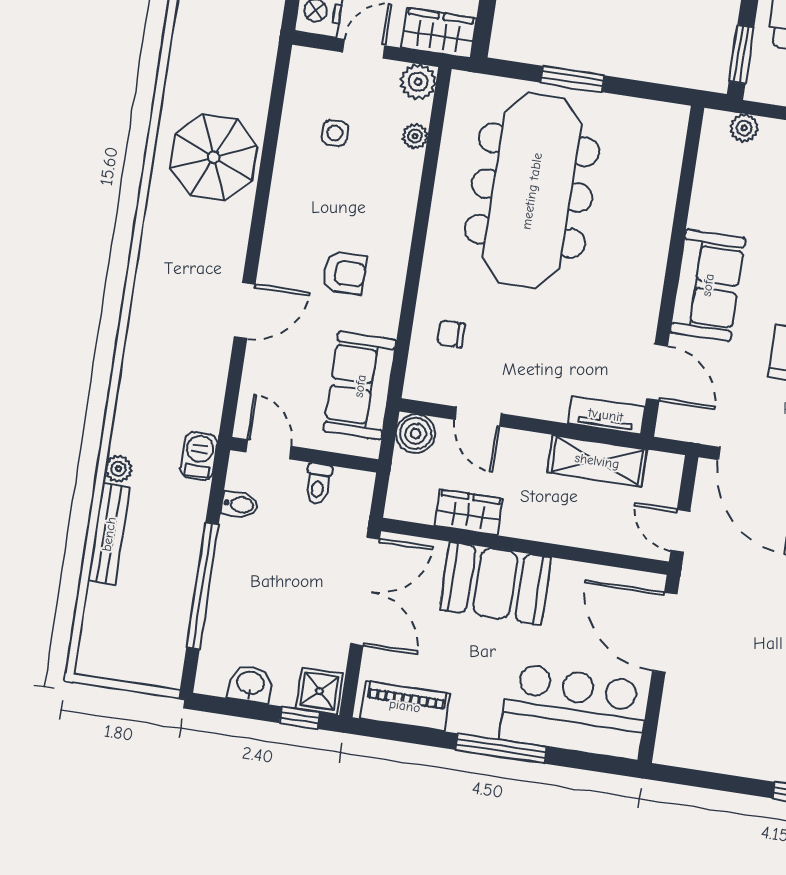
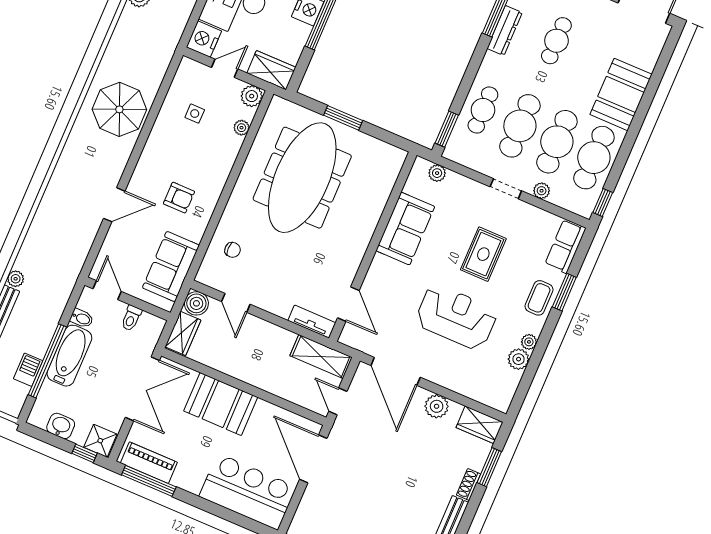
sofa: (708, 285) -> (405, 229), moved
chair: (451, 334) -> (233, 250), turned 180
barbecue: (199, 456) -> (28, 370), moved
shelving: (597, 461) -> (321, 357), moved
wardrobe: (469, 512) -> (183, 333), moved, turned 90
bathtub: (235, 569) -> (69, 356), added
window: (501, 748) -> (149, 481), moved

